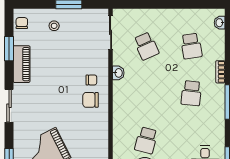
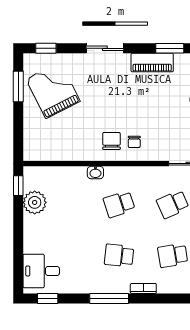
washbasin: (118, 73) -> (95, 173), moved
school desk: (146, 140) -> (119, 204), moved, turned -33

